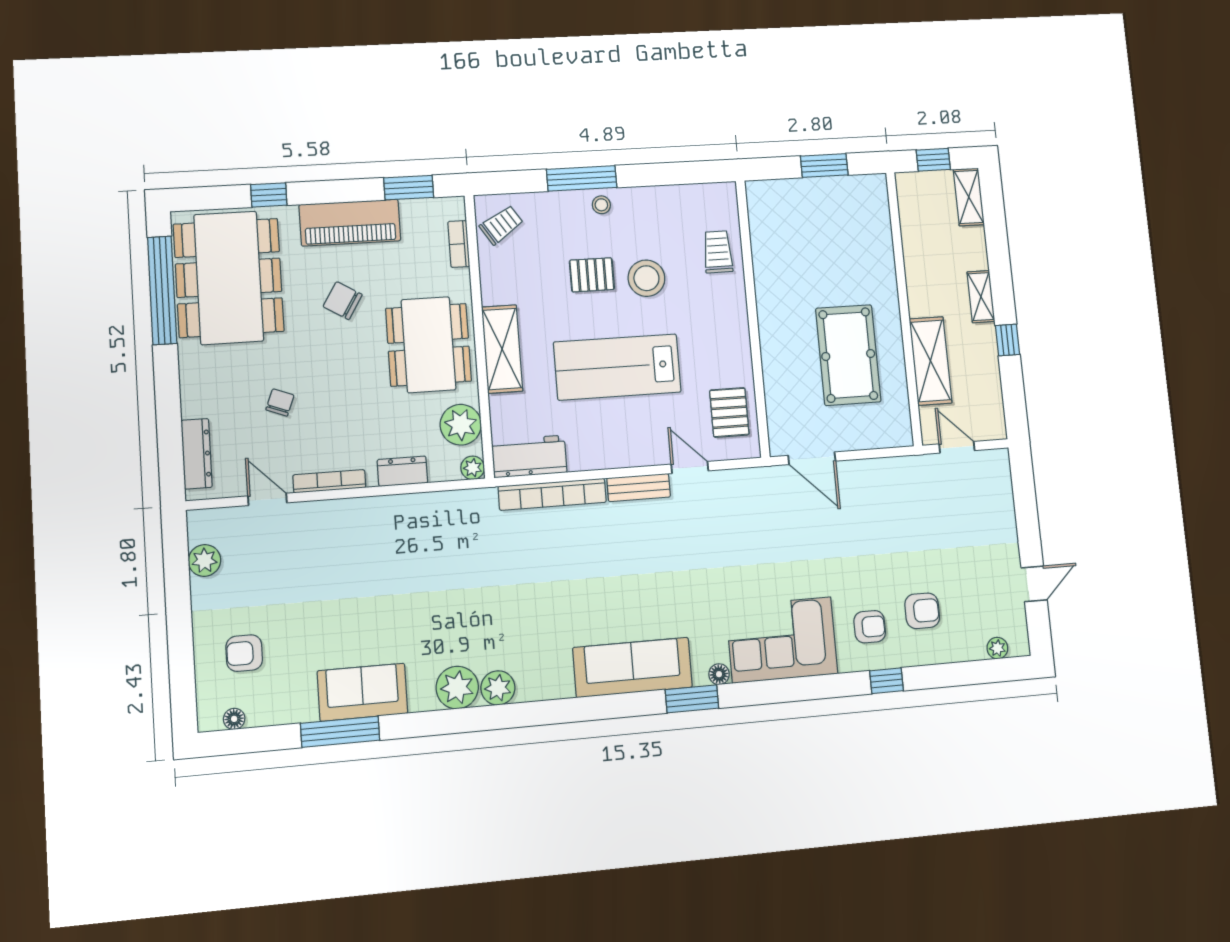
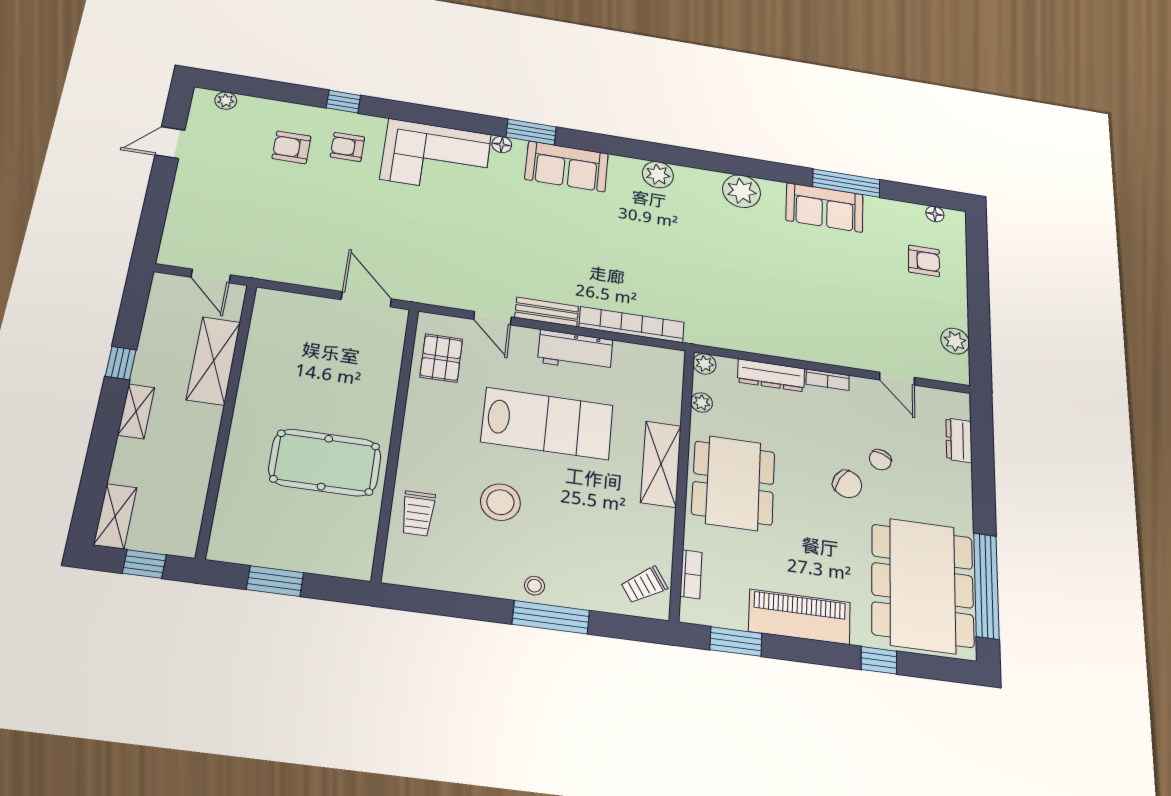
pallet: (592, 275) -> (557, 517), removed
chair: (343, 301) -> (847, 484), moved
pool table: (848, 355) -> (325, 463), moved, turned 90
plant: (461, 425) -> (702, 402), width x0.53, depth x0.53
dresser: (197, 454) -> (959, 440), width x0.70
workbench: (529, 456) -> (575, 351), moved
dresser: (402, 471) -> (771, 375), width x1.44
bookcase: (329, 481) -> (828, 380), width x0.64
sofa: (633, 667) -> (567, 166), width x0.73
plant: (498, 688) -> (658, 175), moved

